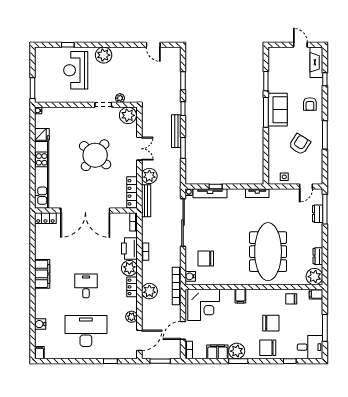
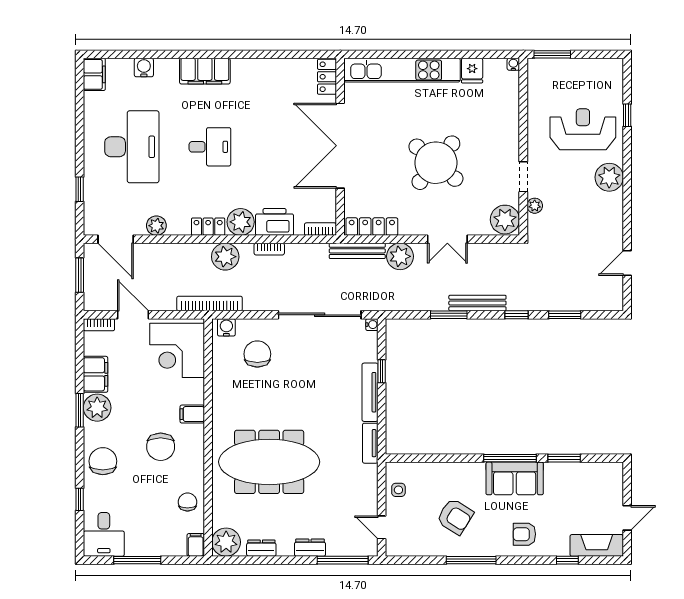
tv unit: (210, 193) -> (370, 392), moved
dresser: (318, 214) -> (310, 548), moved
filing cabinet: (42, 274) -> (205, 71), moved
plant: (149, 291) -> (225, 257), moved
chair: (271, 323) -> (161, 447), moved
filing cabinet: (39, 353) -> (94, 74), width x2.00

